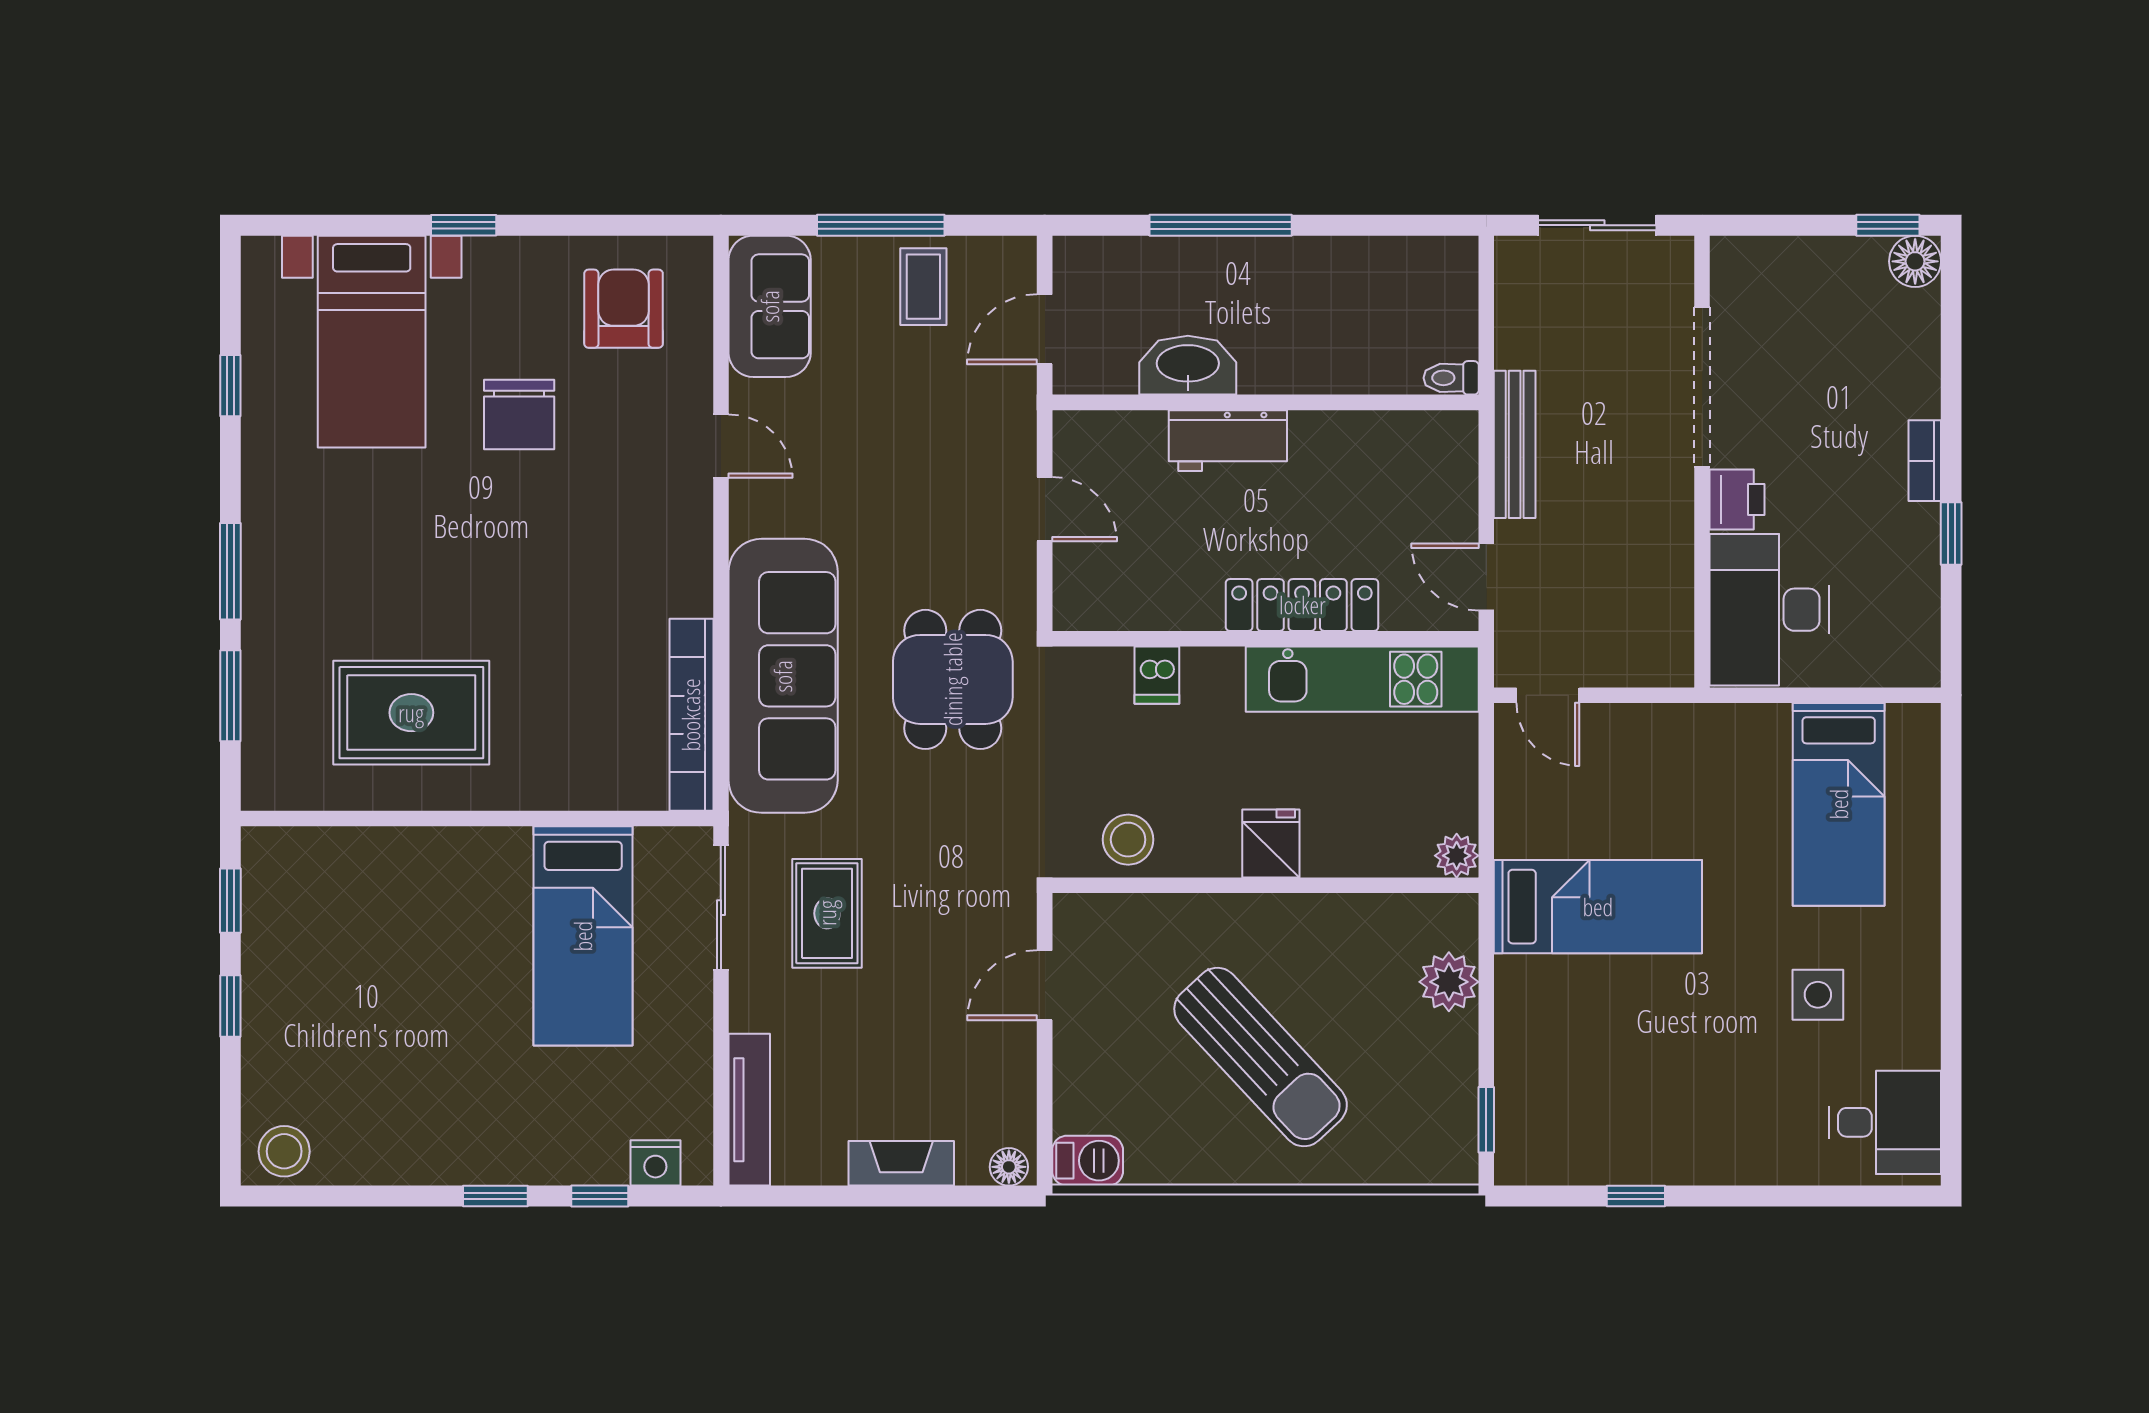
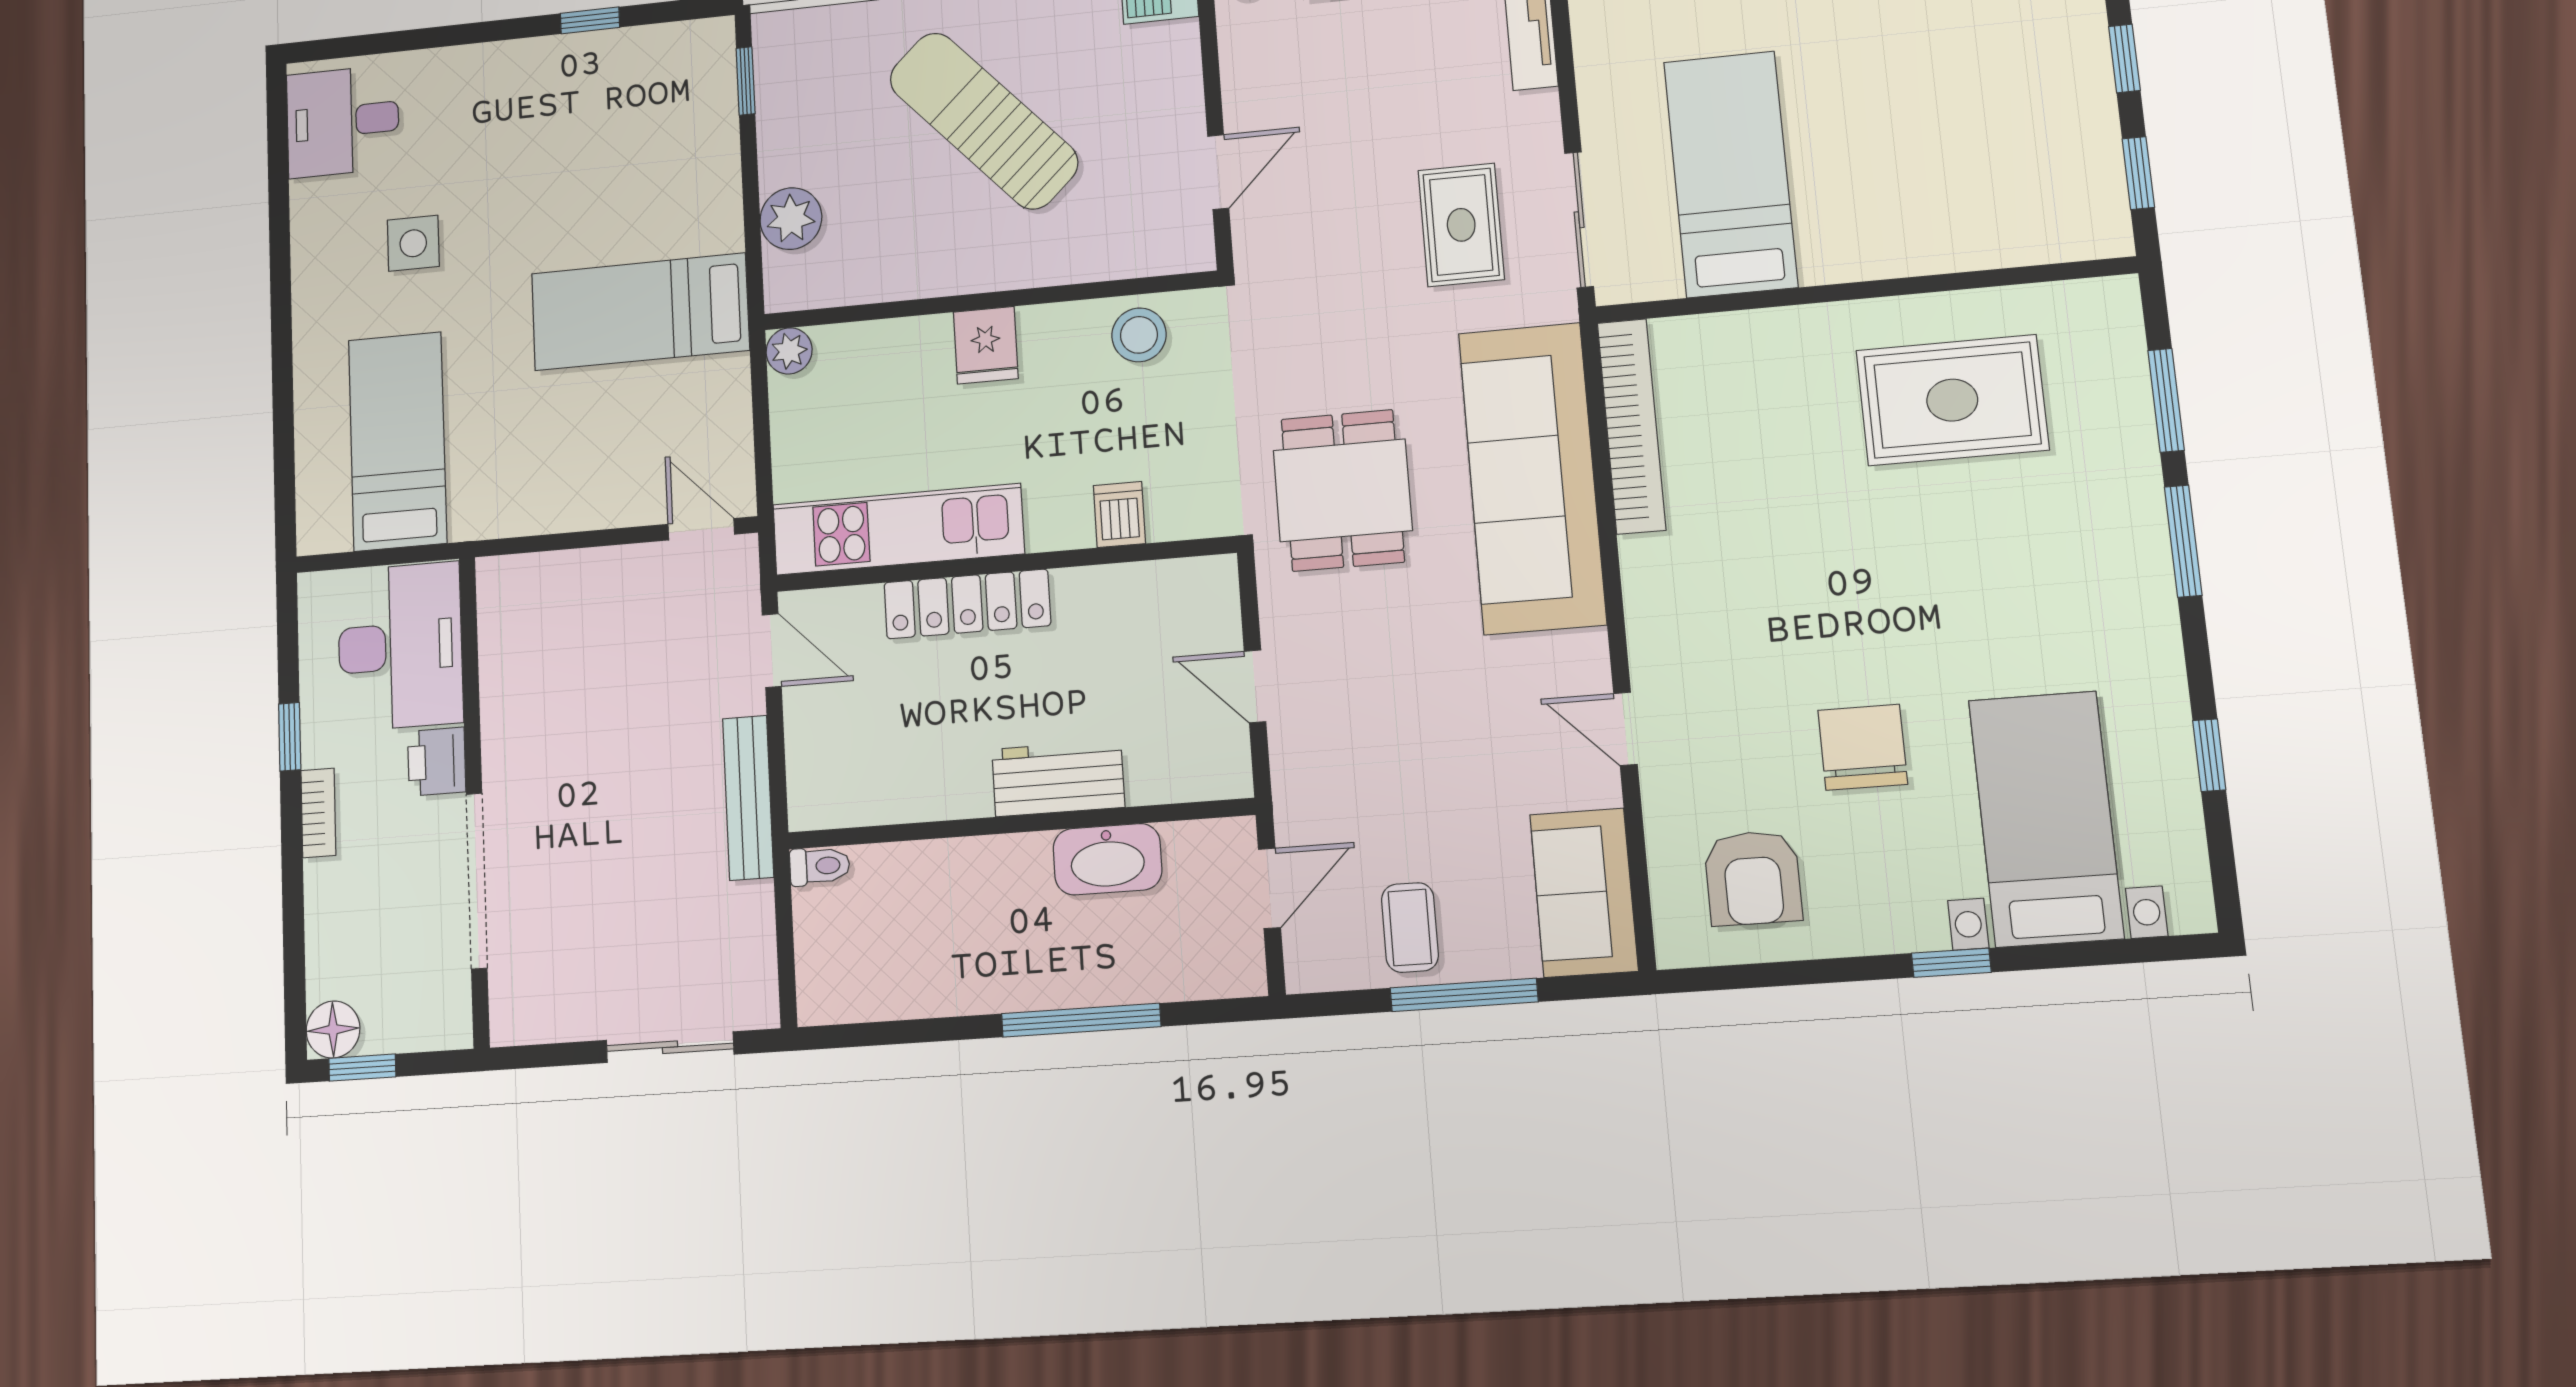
doorway: (1702, 387) -> (477, 881), moved
wall: (1702, 462) -> (474, 800), moved
printer: (1737, 500) -> (437, 762), moved
desk: (1769, 610) -> (400, 646), moved

